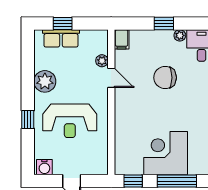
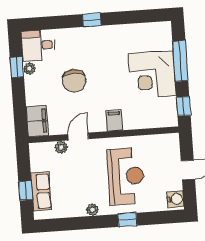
window: (164, 23) -> (17, 67), moved
filing cabinet: (122, 39) -> (37, 121), width x2.00
plant: (45, 81) -> (92, 210), width x0.53, depth x0.53
filing cabinet: (124, 113) -> (114, 120), added

